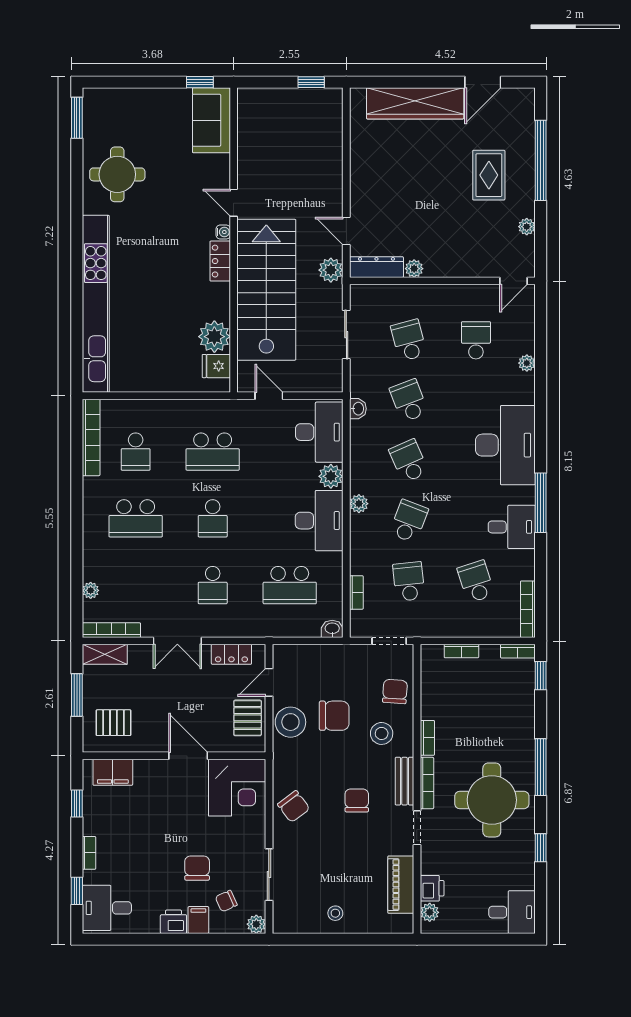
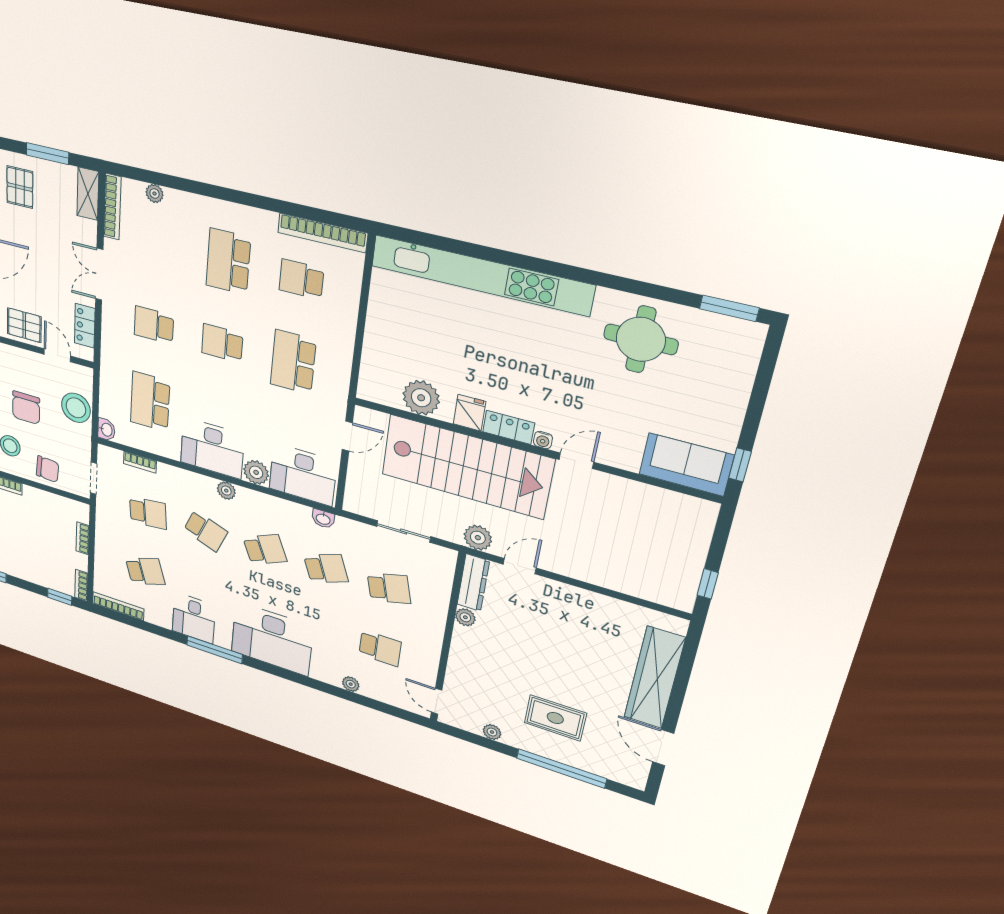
fridge: (216, 366) -> (469, 413), moved
stool: (290, 722) -> (76, 408), moved

